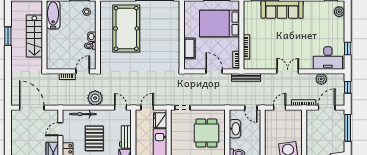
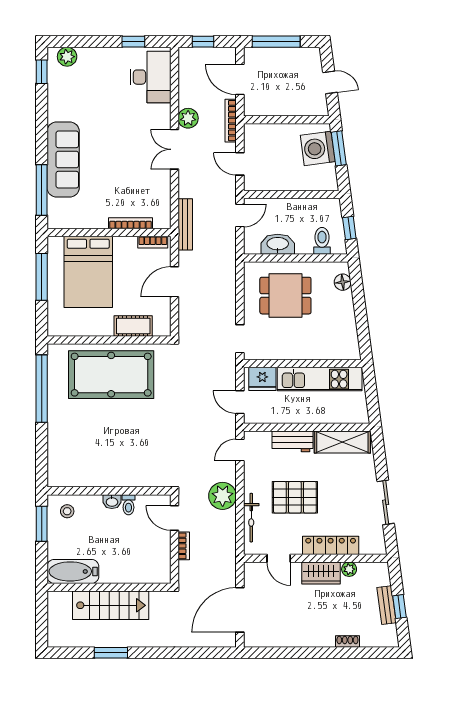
pool table: (126, 28) -> (111, 375), moved
plant: (321, 79) -> (188, 118), moved

